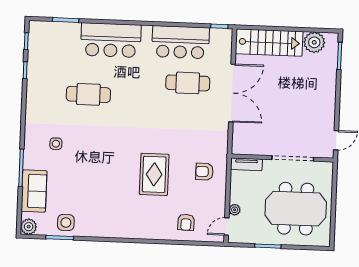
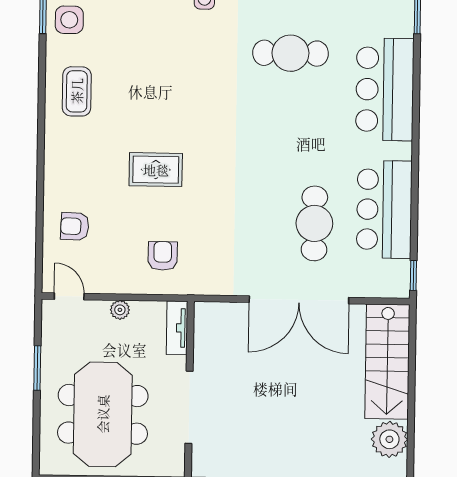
cafe table: (88, 94) -> (290, 53), turned 90
rug: (154, 174) -> (156, 170), width x0.73, depth x0.70
plant: (235, 210) -> (120, 310), moved
coffee table: (108, 219) -> (77, 91), added

